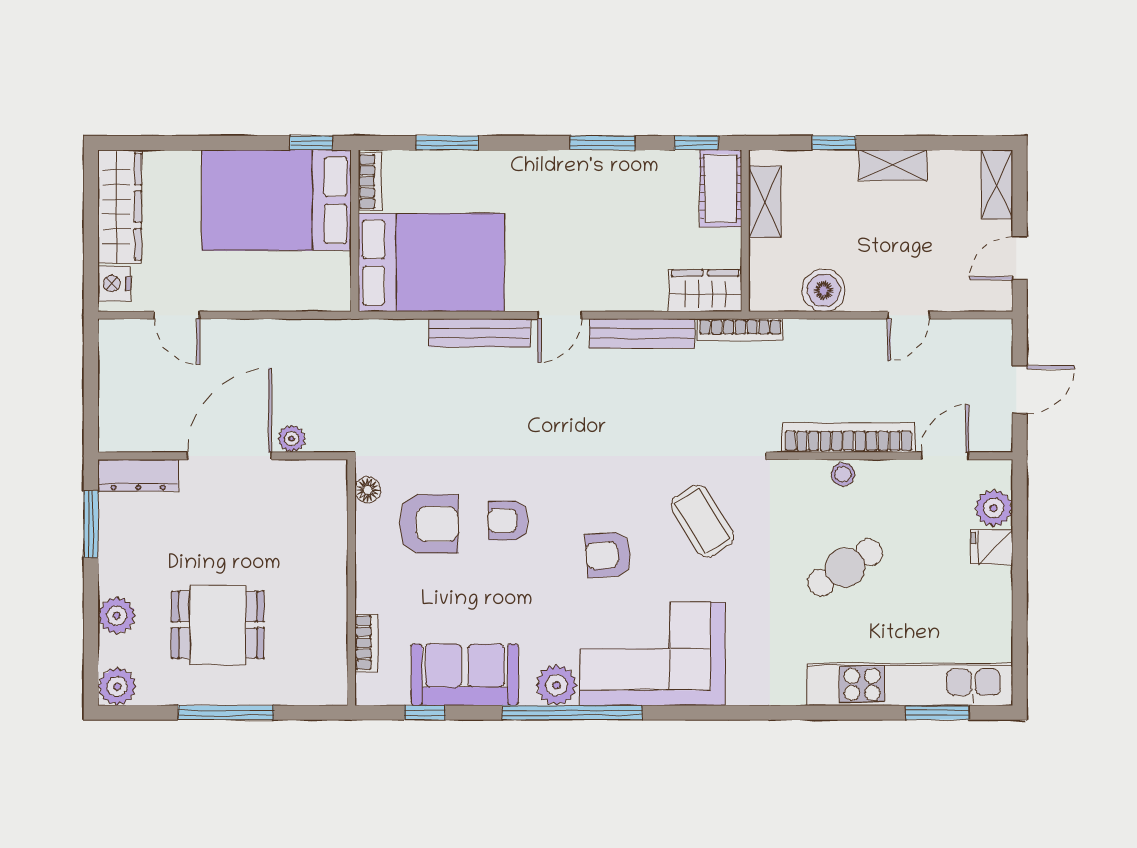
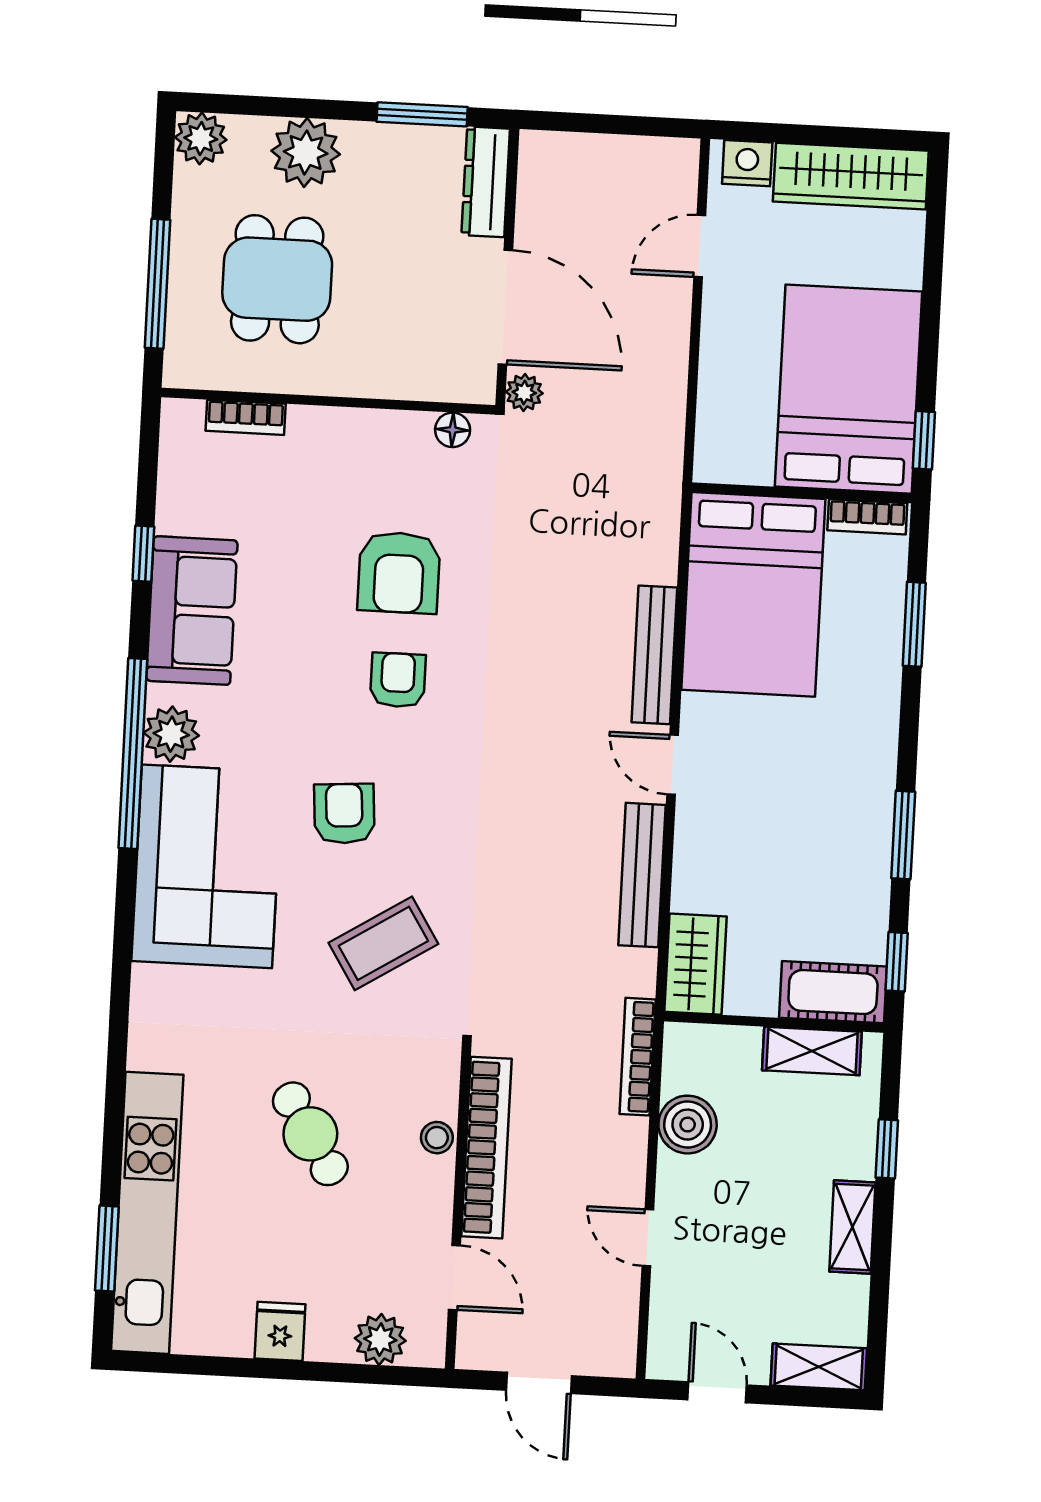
bookcase: (740, 330) -> (638, 1057), moved
floor lamp: (368, 490) -> (453, 430), moved
fridge: (992, 547) -> (280, 1331), moved
wall: (351, 583) -> (328, 401), moved
plant: (117, 616) -> (306, 152), width x1.36, depth x1.36
bookcase: (366, 643) -> (246, 417), moved

